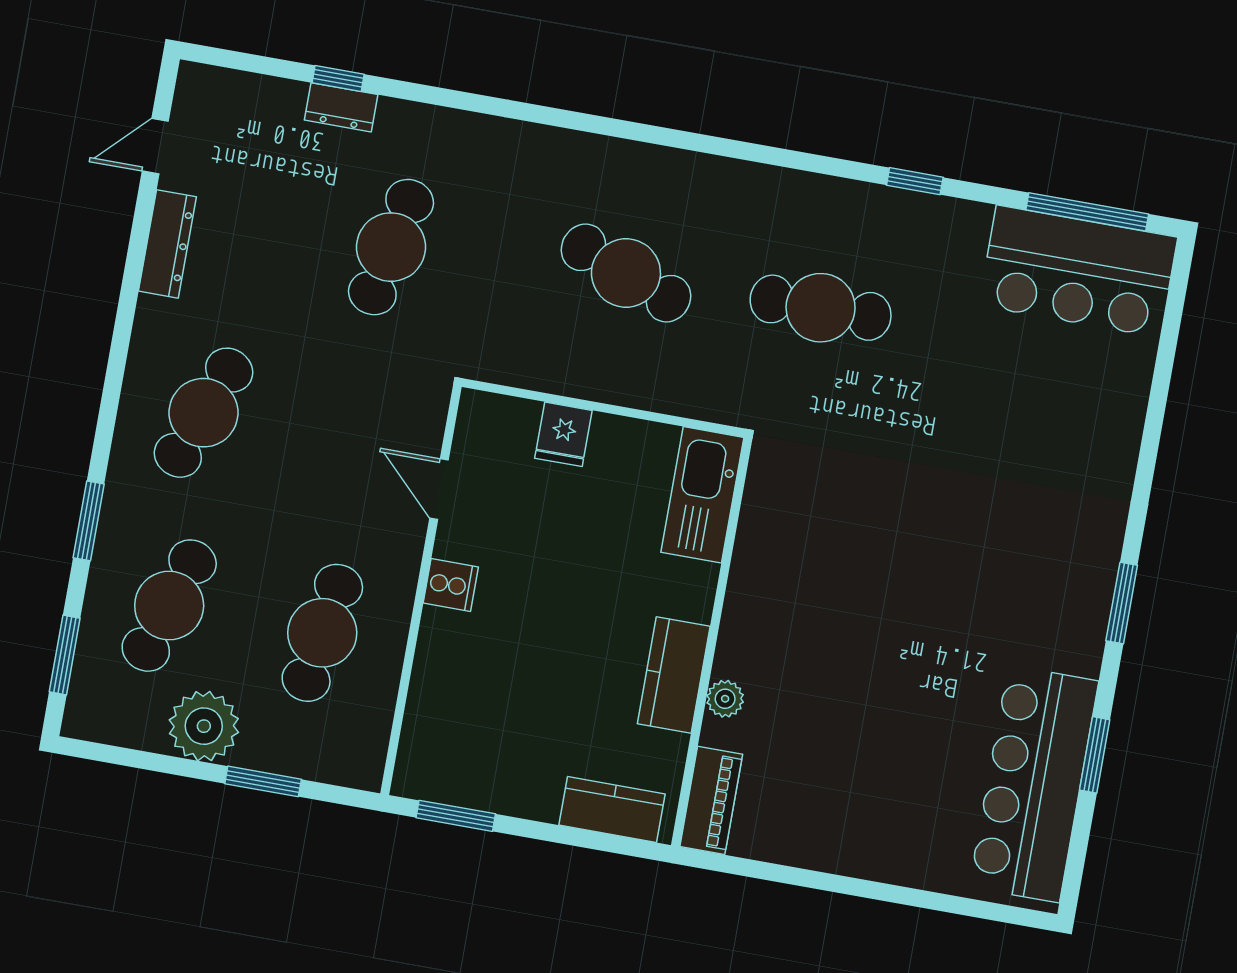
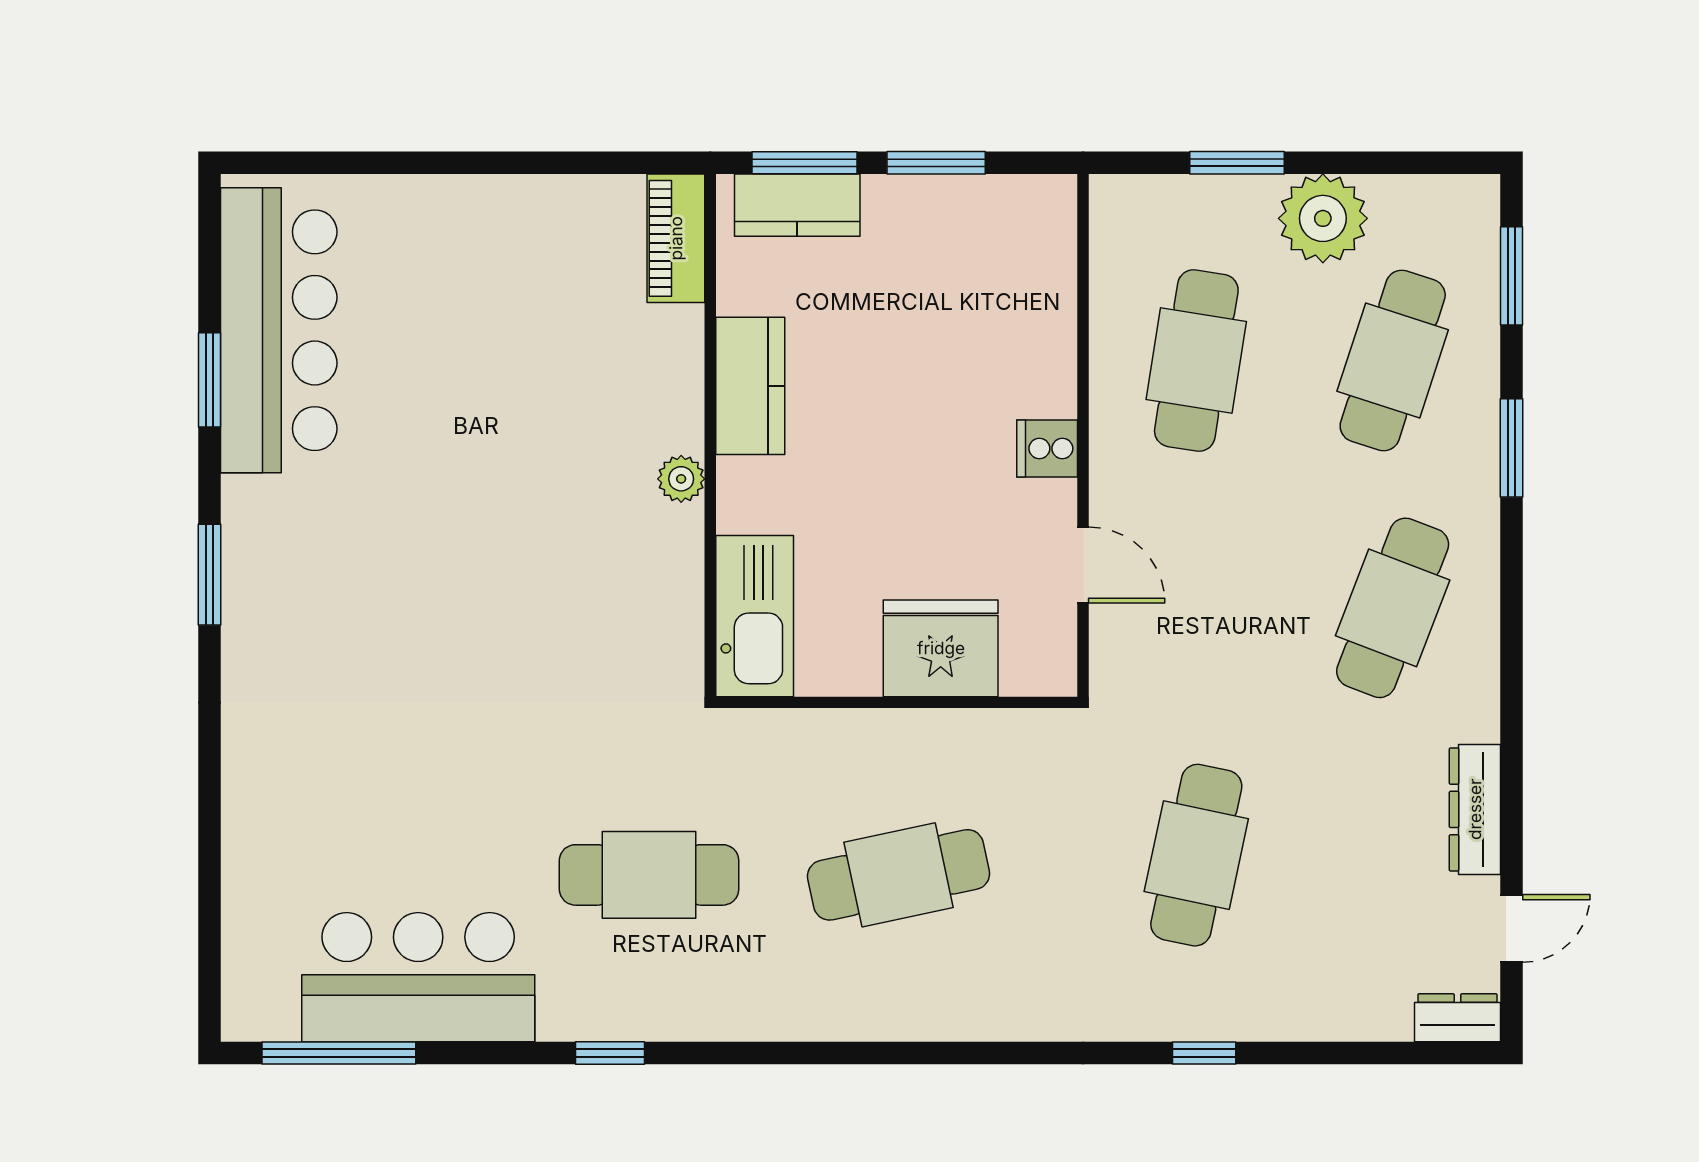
window: (338, 78) -> (1204, 1053), moved
dresser: (341, 107) -> (1457, 1018), moved
window: (915, 181) -> (610, 1053), moved
bar counter: (1078, 271) -> (418, 977), moved
cafe table: (626, 273) -> (899, 875), turned -33
fridge: (563, 434) -> (941, 648), width x1.88, depth x1.34
plant: (725, 699) -> (681, 479), moved
window: (456, 816) -> (936, 163), moved
window: (600, 842) -> (804, 163), added

